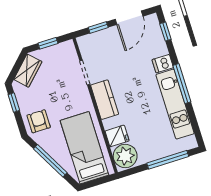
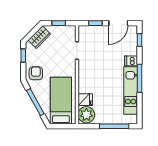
kitchen counter: (105, 100) -> (84, 73), removed

